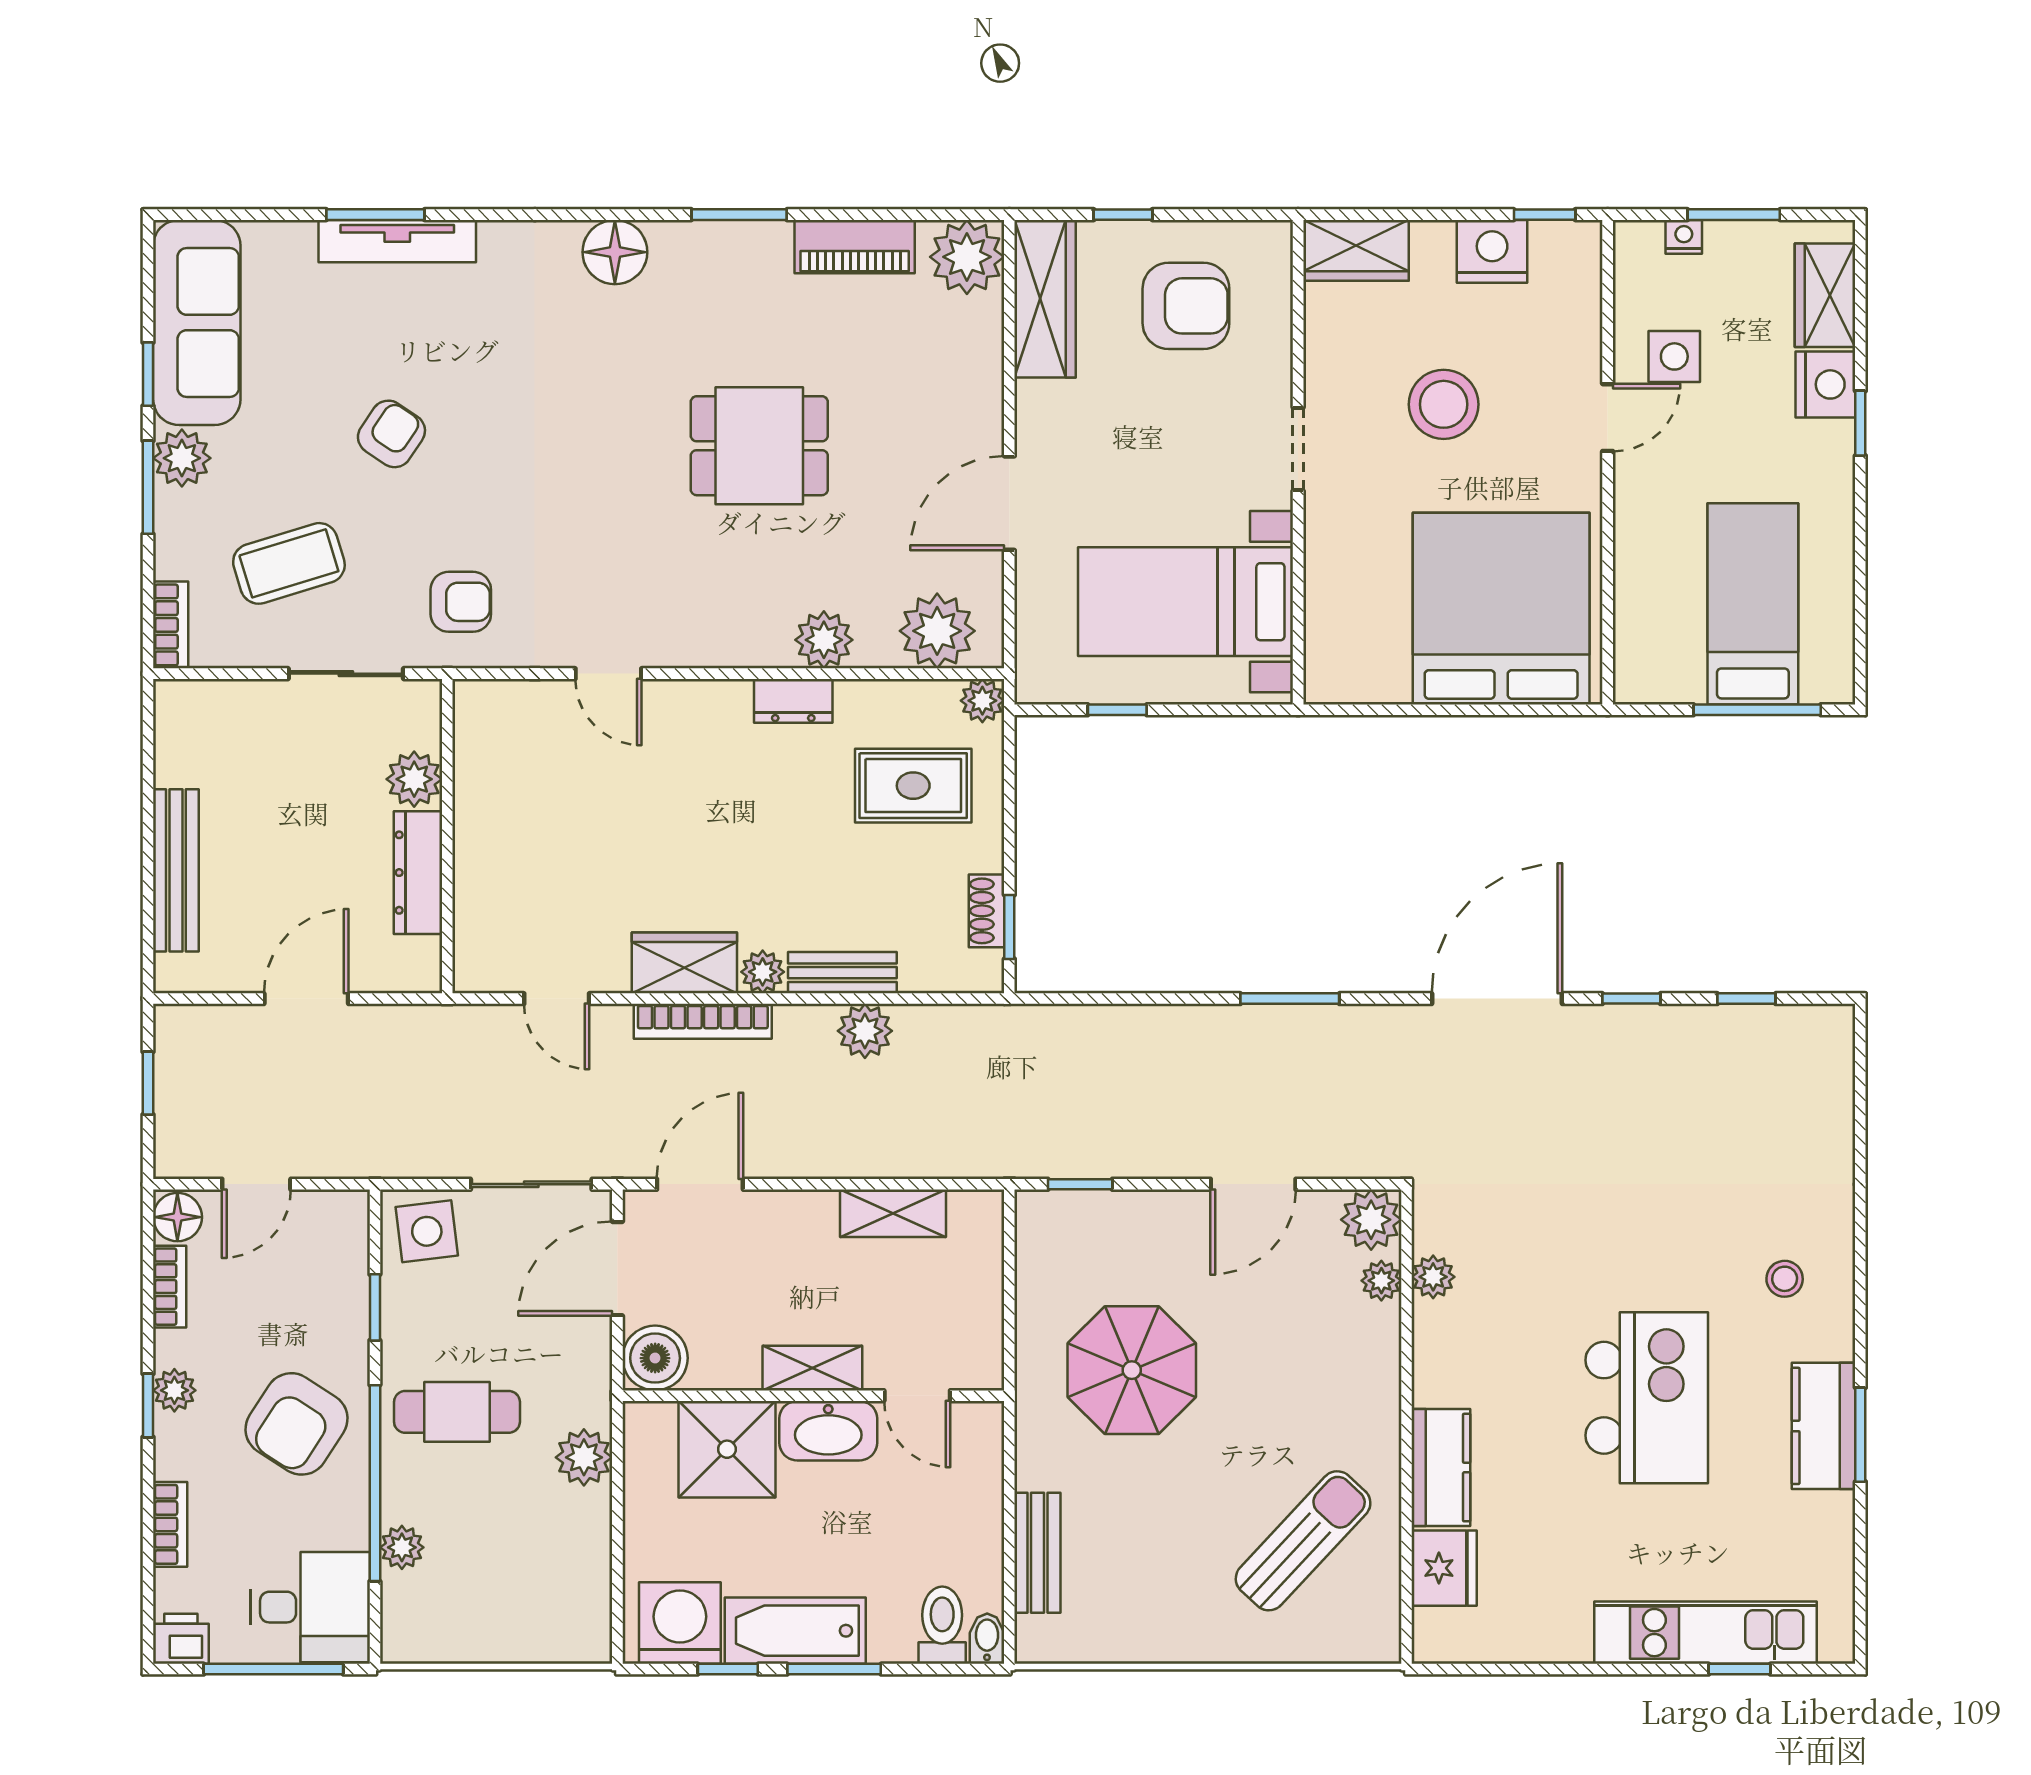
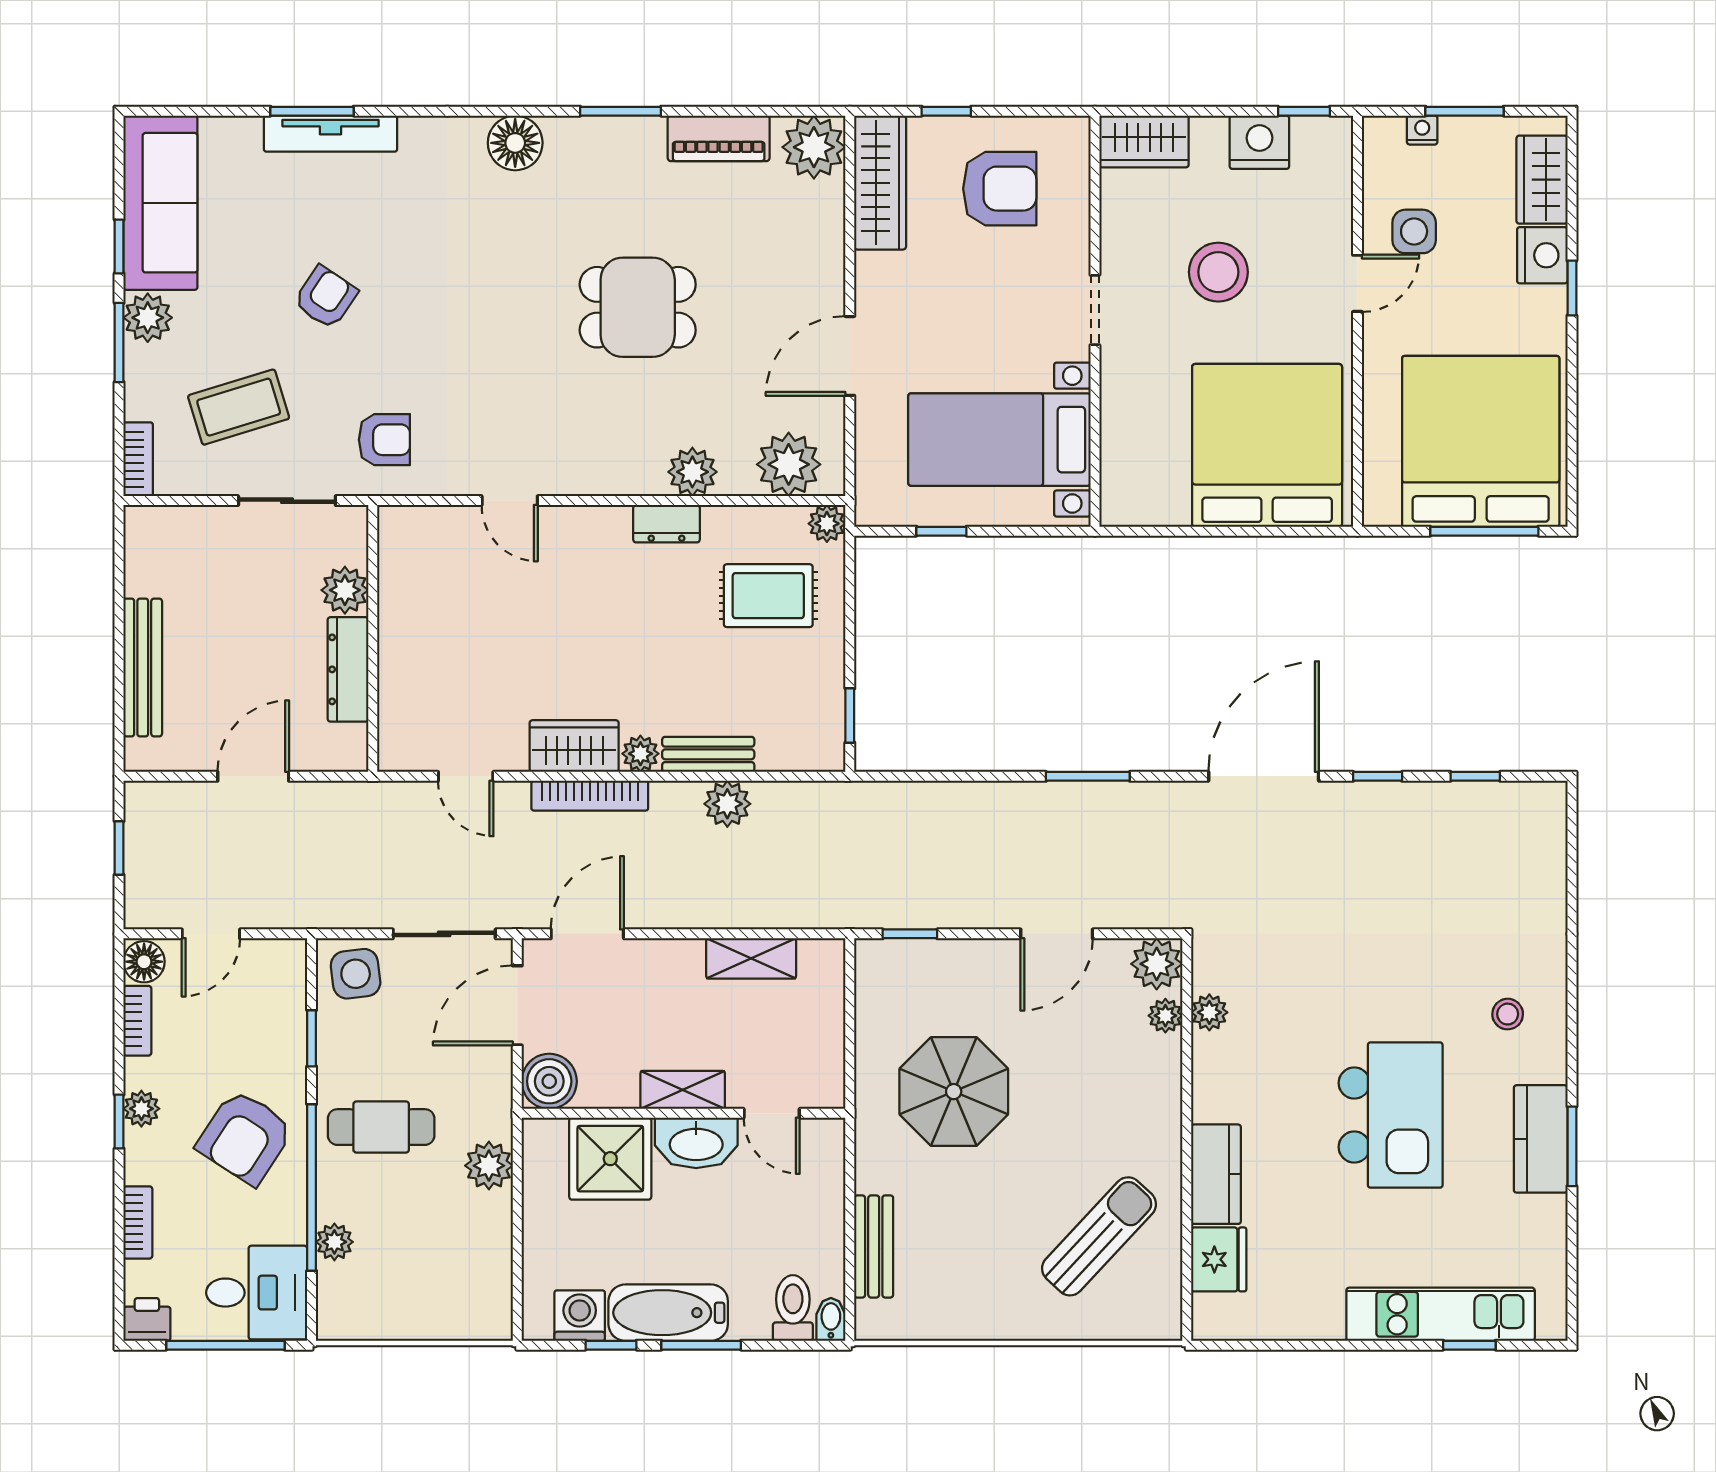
bed: (1753, 604) -> (1481, 441), width x2.04
shoe rack: (986, 911) -> (830, 702), removed
washing machine: (680, 1623) -> (580, 1316), width x0.73, depth x0.73

